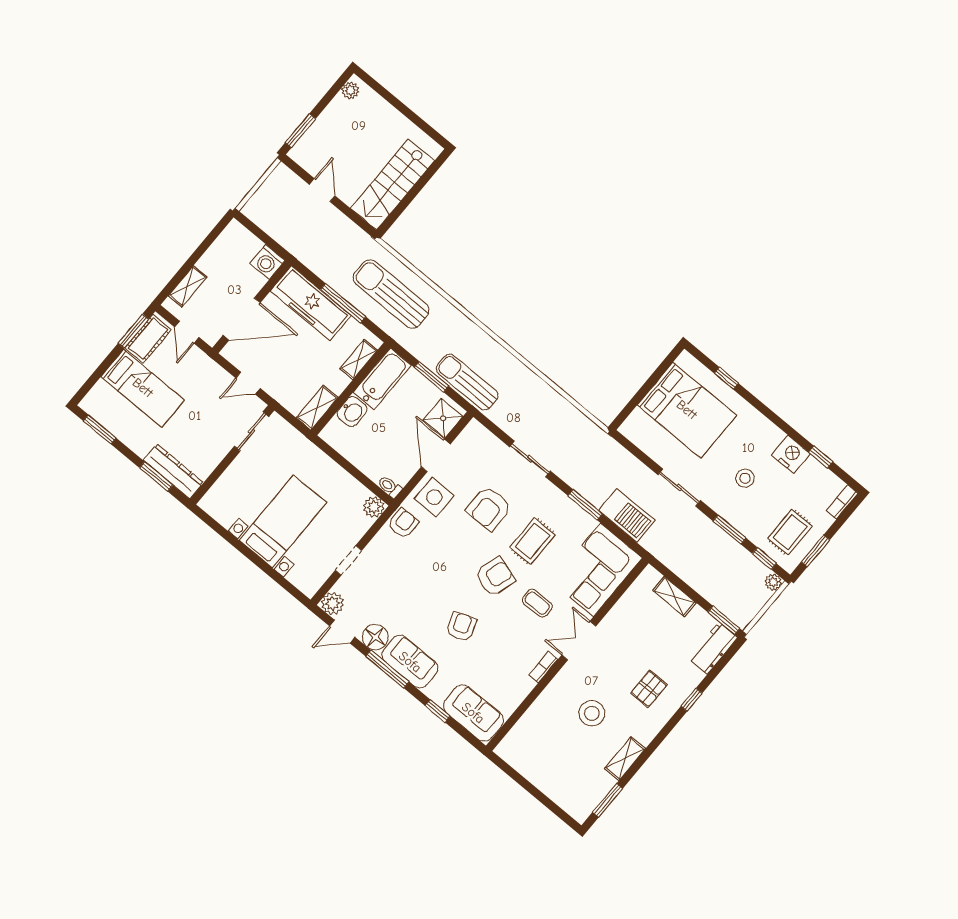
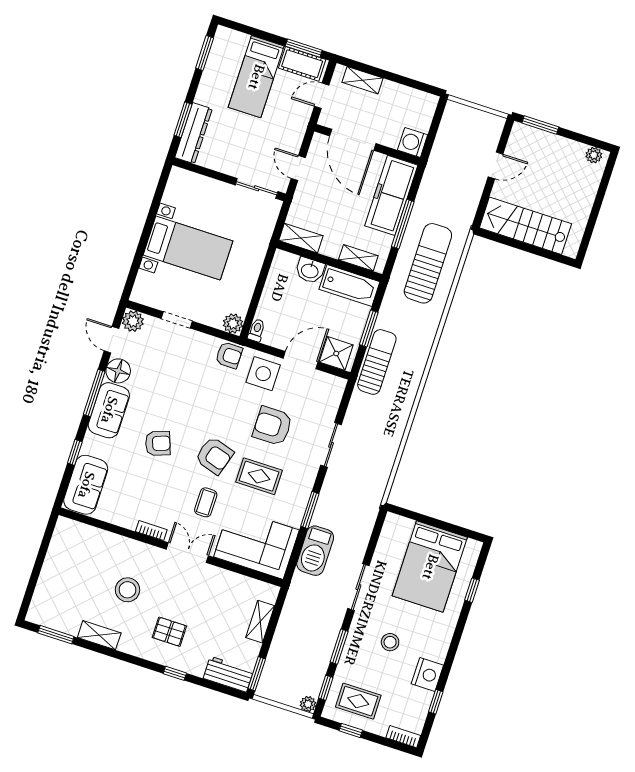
window: (816, 551) -> (351, 730), width x0.67

